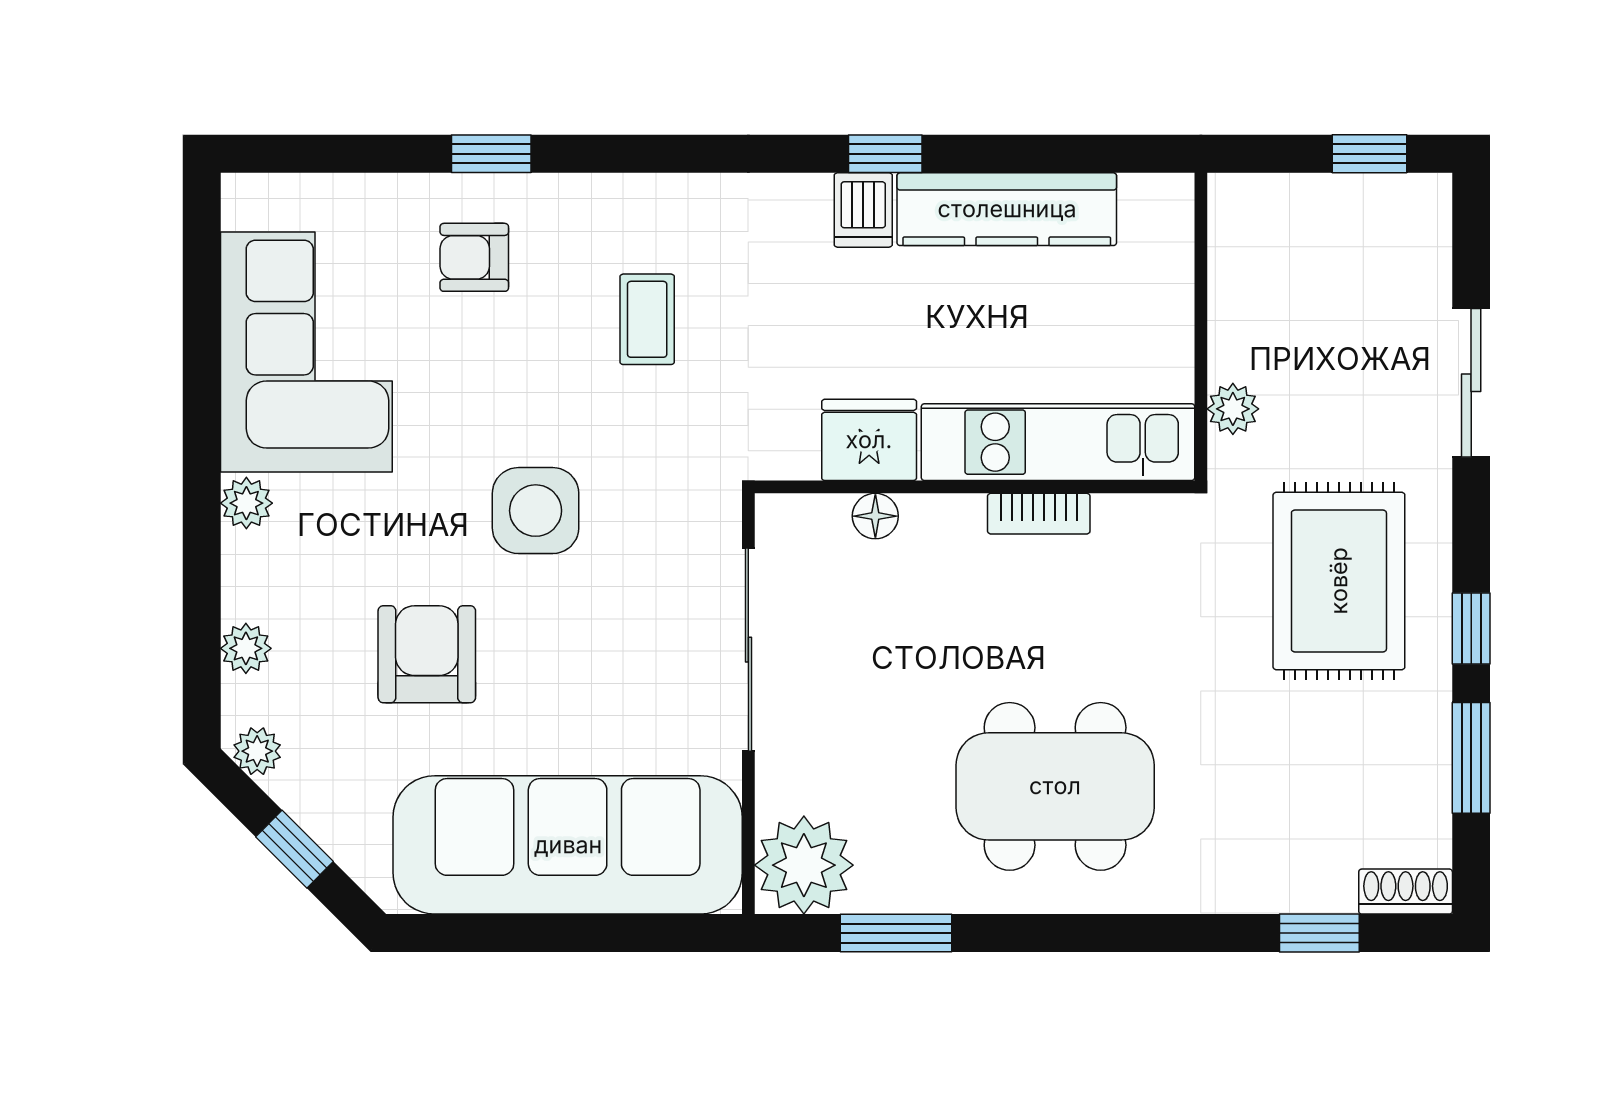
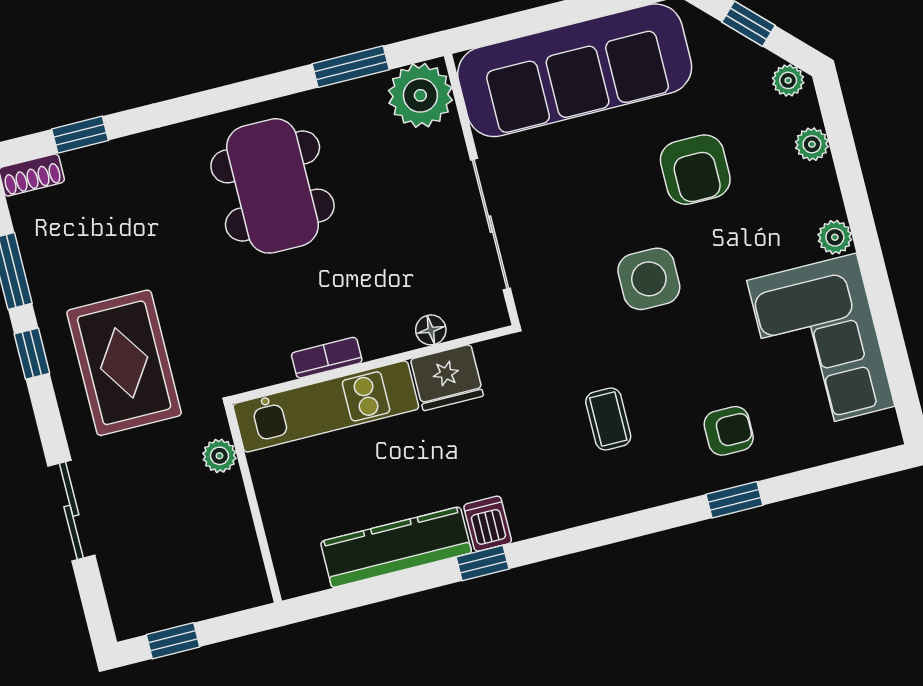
dining table: (1055, 786) -> (272, 186), turned 90

